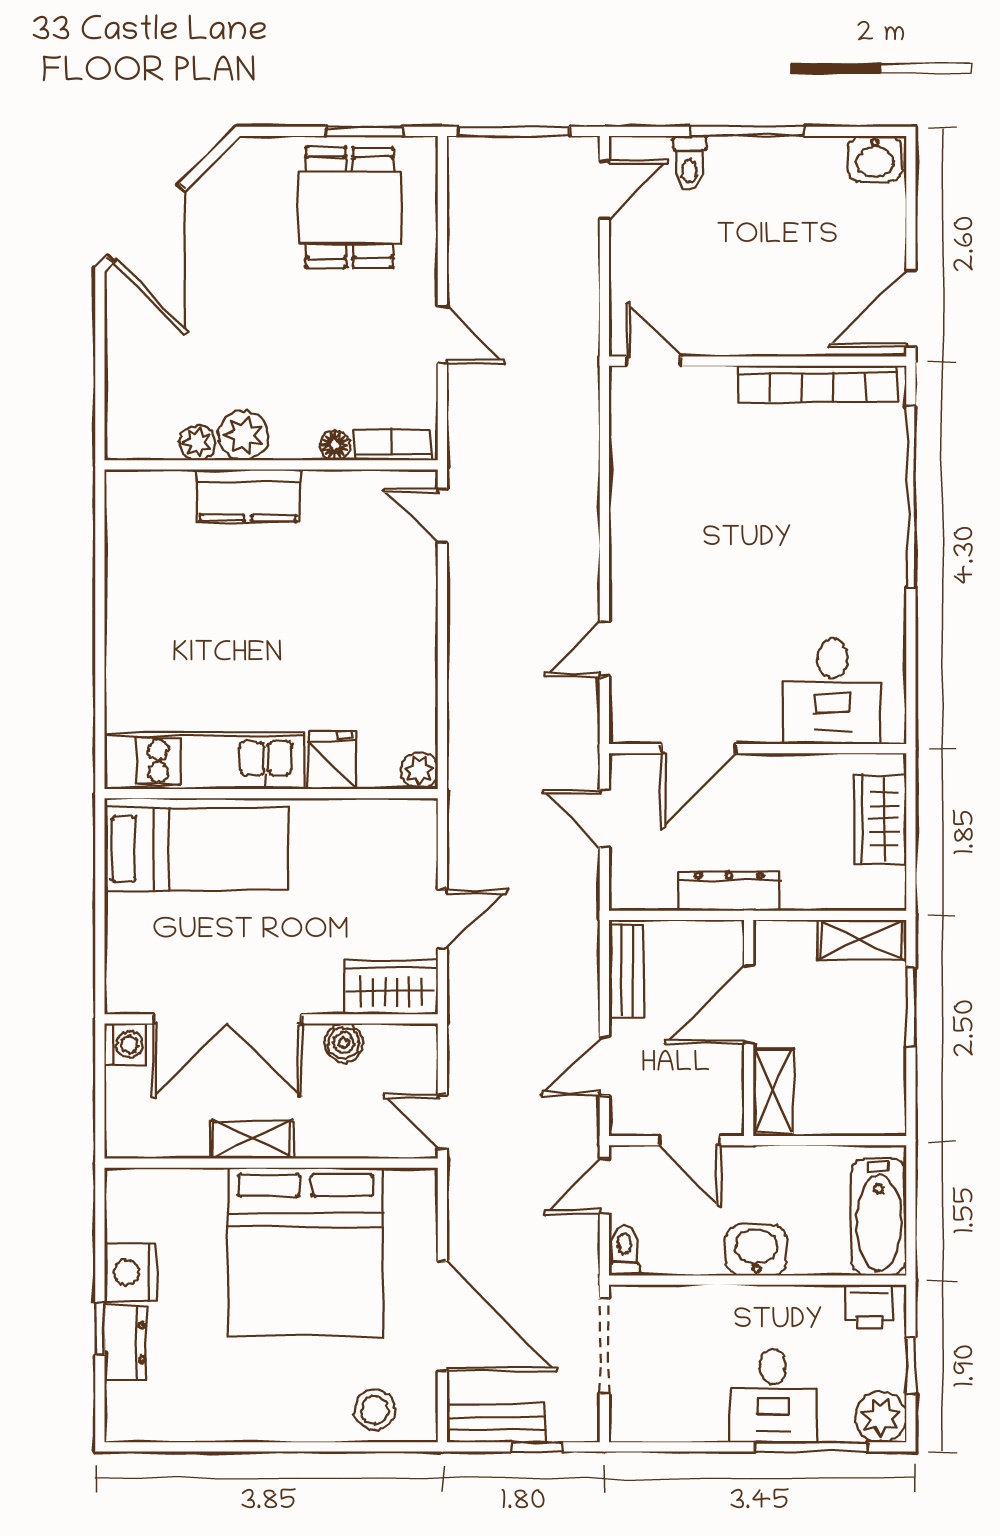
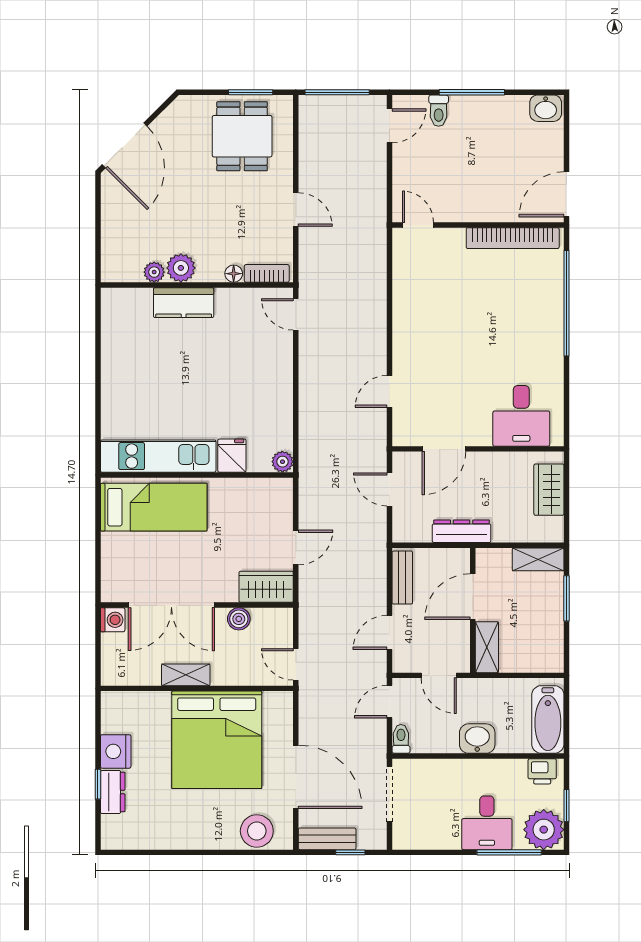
stool: (375, 1410) -> (257, 831), width x1.38, depth x1.38
plant: (881, 1417) -> (544, 830), width x1.36, depth x1.36

